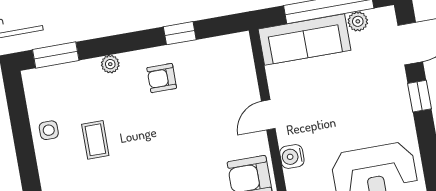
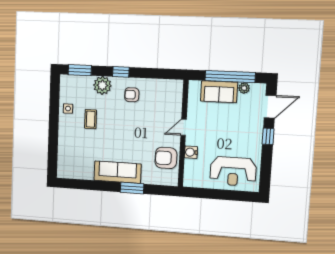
window: (180, 33) -> (121, 72), moved
sofa: (305, 40) -> (219, 92), width x0.73
plant: (110, 64) -> (102, 85), width x1.87, depth x1.87

